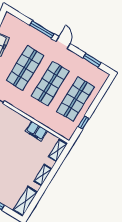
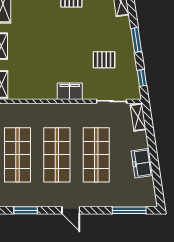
window: (42, 30) -> (129, 210), moved
filing cabinet: (36, 131) -> (70, 91), moved

